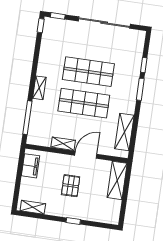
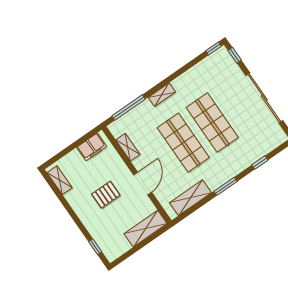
window: (140, 89) -> (225, 186), moved
shelving: (63, 144) -> (128, 147), moved
door: (86, 155) -> (143, 184), hinge flipped
window: (73, 221) -> (95, 247), moved

